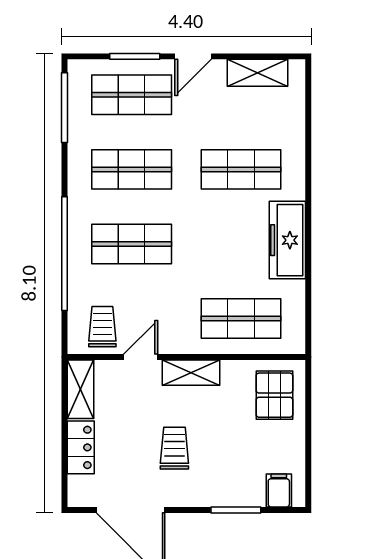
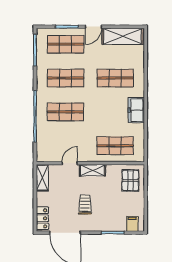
shelving: (258, 73) -> (123, 36), width x1.50, depth x1.33
freezer: (287, 240) -> (136, 110), width x0.71
trolley: (102, 327) -> (52, 149), removed
locker: (81, 447) -> (42, 218), moved

